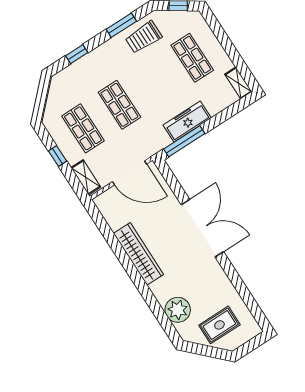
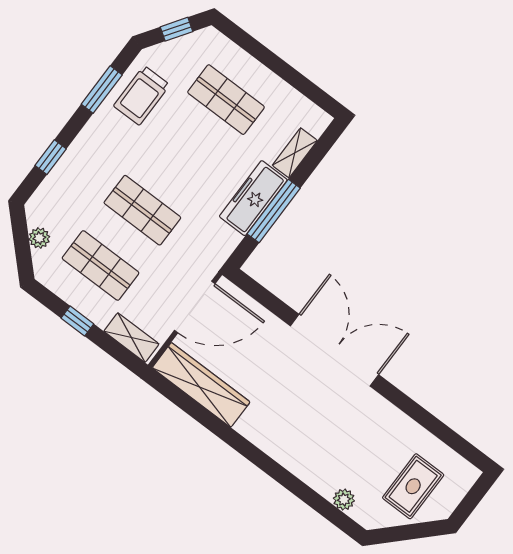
shelving: (238, 83) -> (295, 153), moved, turned 90
plant: (53, 99) -> (39, 238), added
window: (184, 141) -> (274, 211), moved
wardrobe: (138, 254) -> (201, 385), moved
plant: (178, 310) -> (344, 500), width x0.53, depth x0.53

